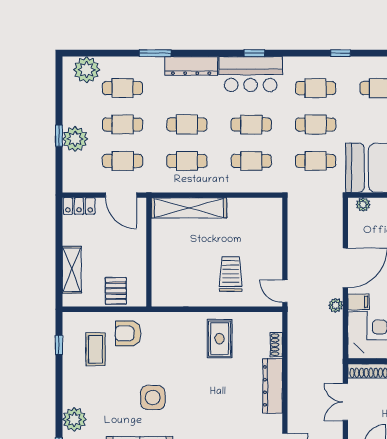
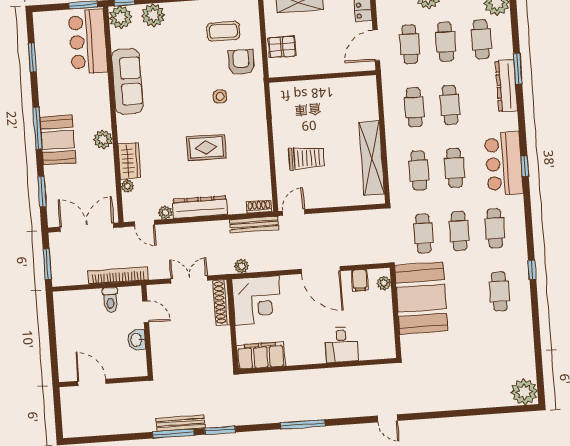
window: (340, 53) -> (532, 270), moved
dresser: (191, 66) -> (506, 86), moved
shelving: (189, 208) -> (372, 158), moved
filing cabinet: (359, 302) -> (360, 280), moved
plant: (336, 305) -> (241, 266), moved
bench: (294, 332) -> (254, 225), added
rug: (220, 339) -> (206, 147), moved
shoe rack: (276, 345) -> (259, 207), moved
side table: (153, 398) -> (220, 97), moved, width x0.54, depth x0.54
plant: (275, 422) -> (165, 212), added

